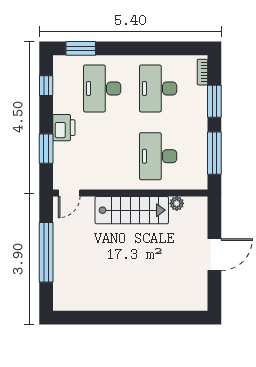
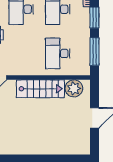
plant: (177, 203) -> (74, 88), width x1.88, depth x1.88

